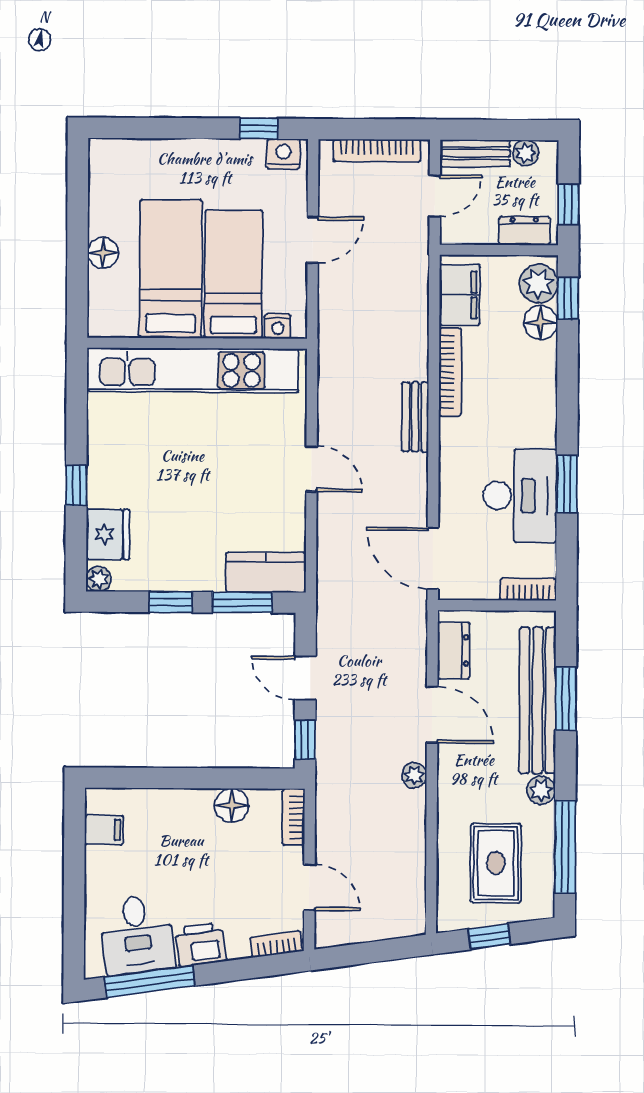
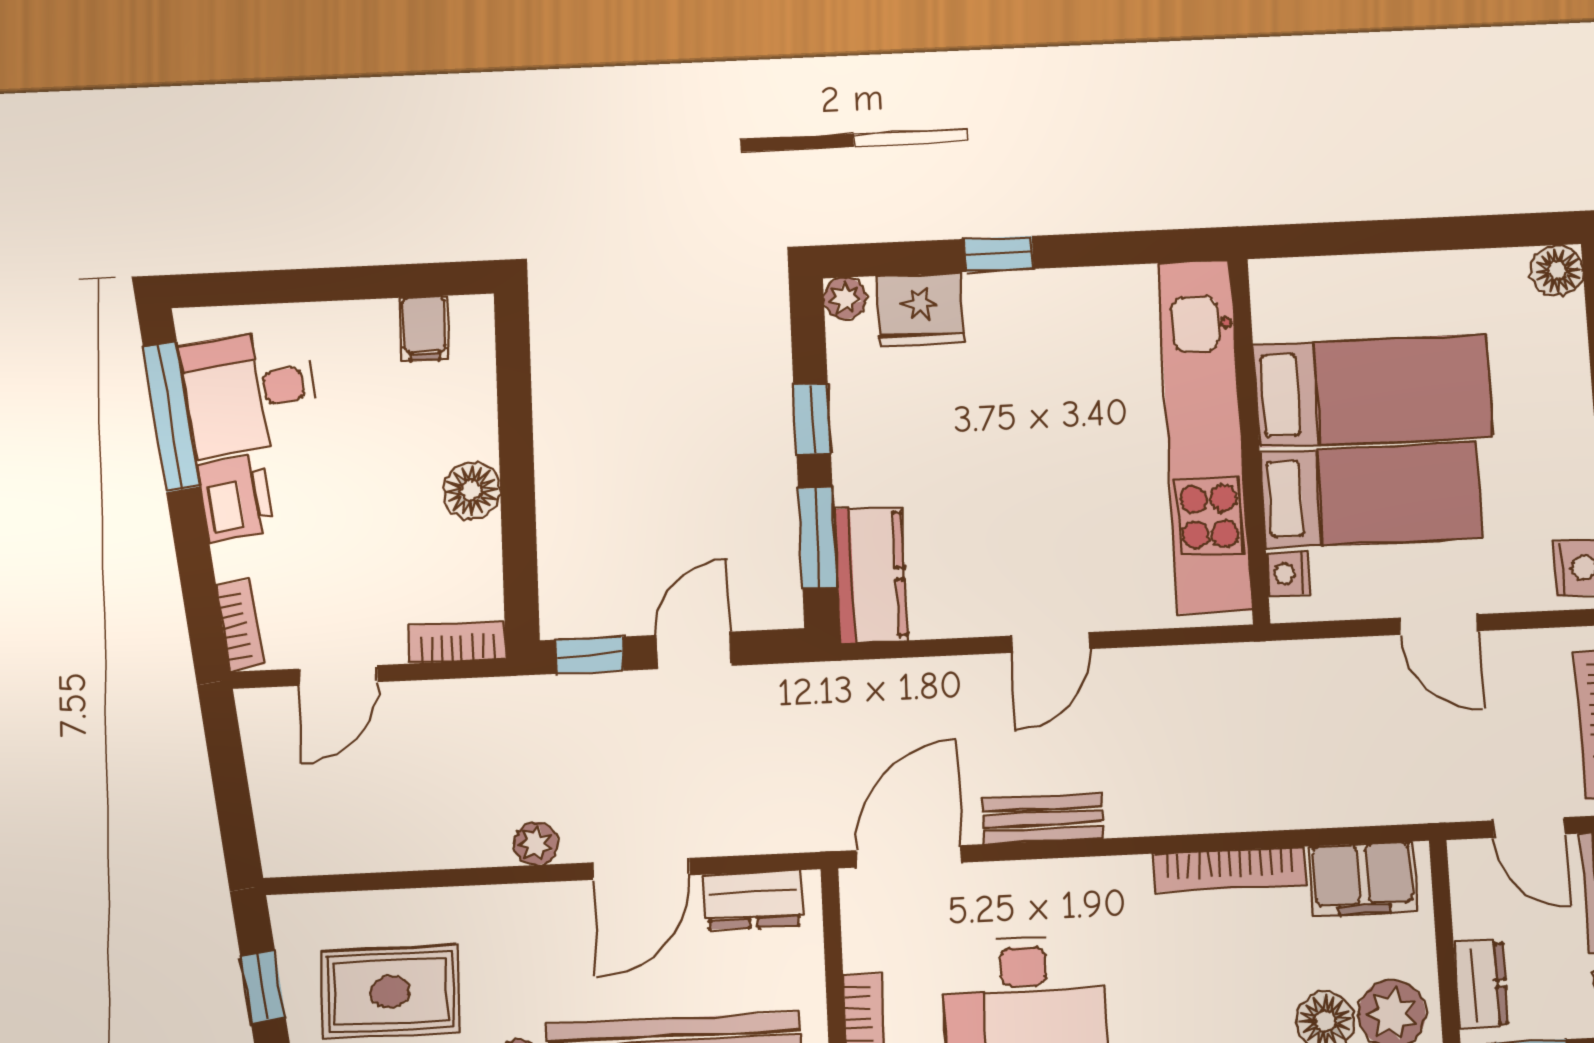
floor lamp: (103, 253) -> (1557, 270), moved
bench: (415, 417) -> (1042, 819), moved
floor lamp: (232, 805) -> (472, 490), moved

